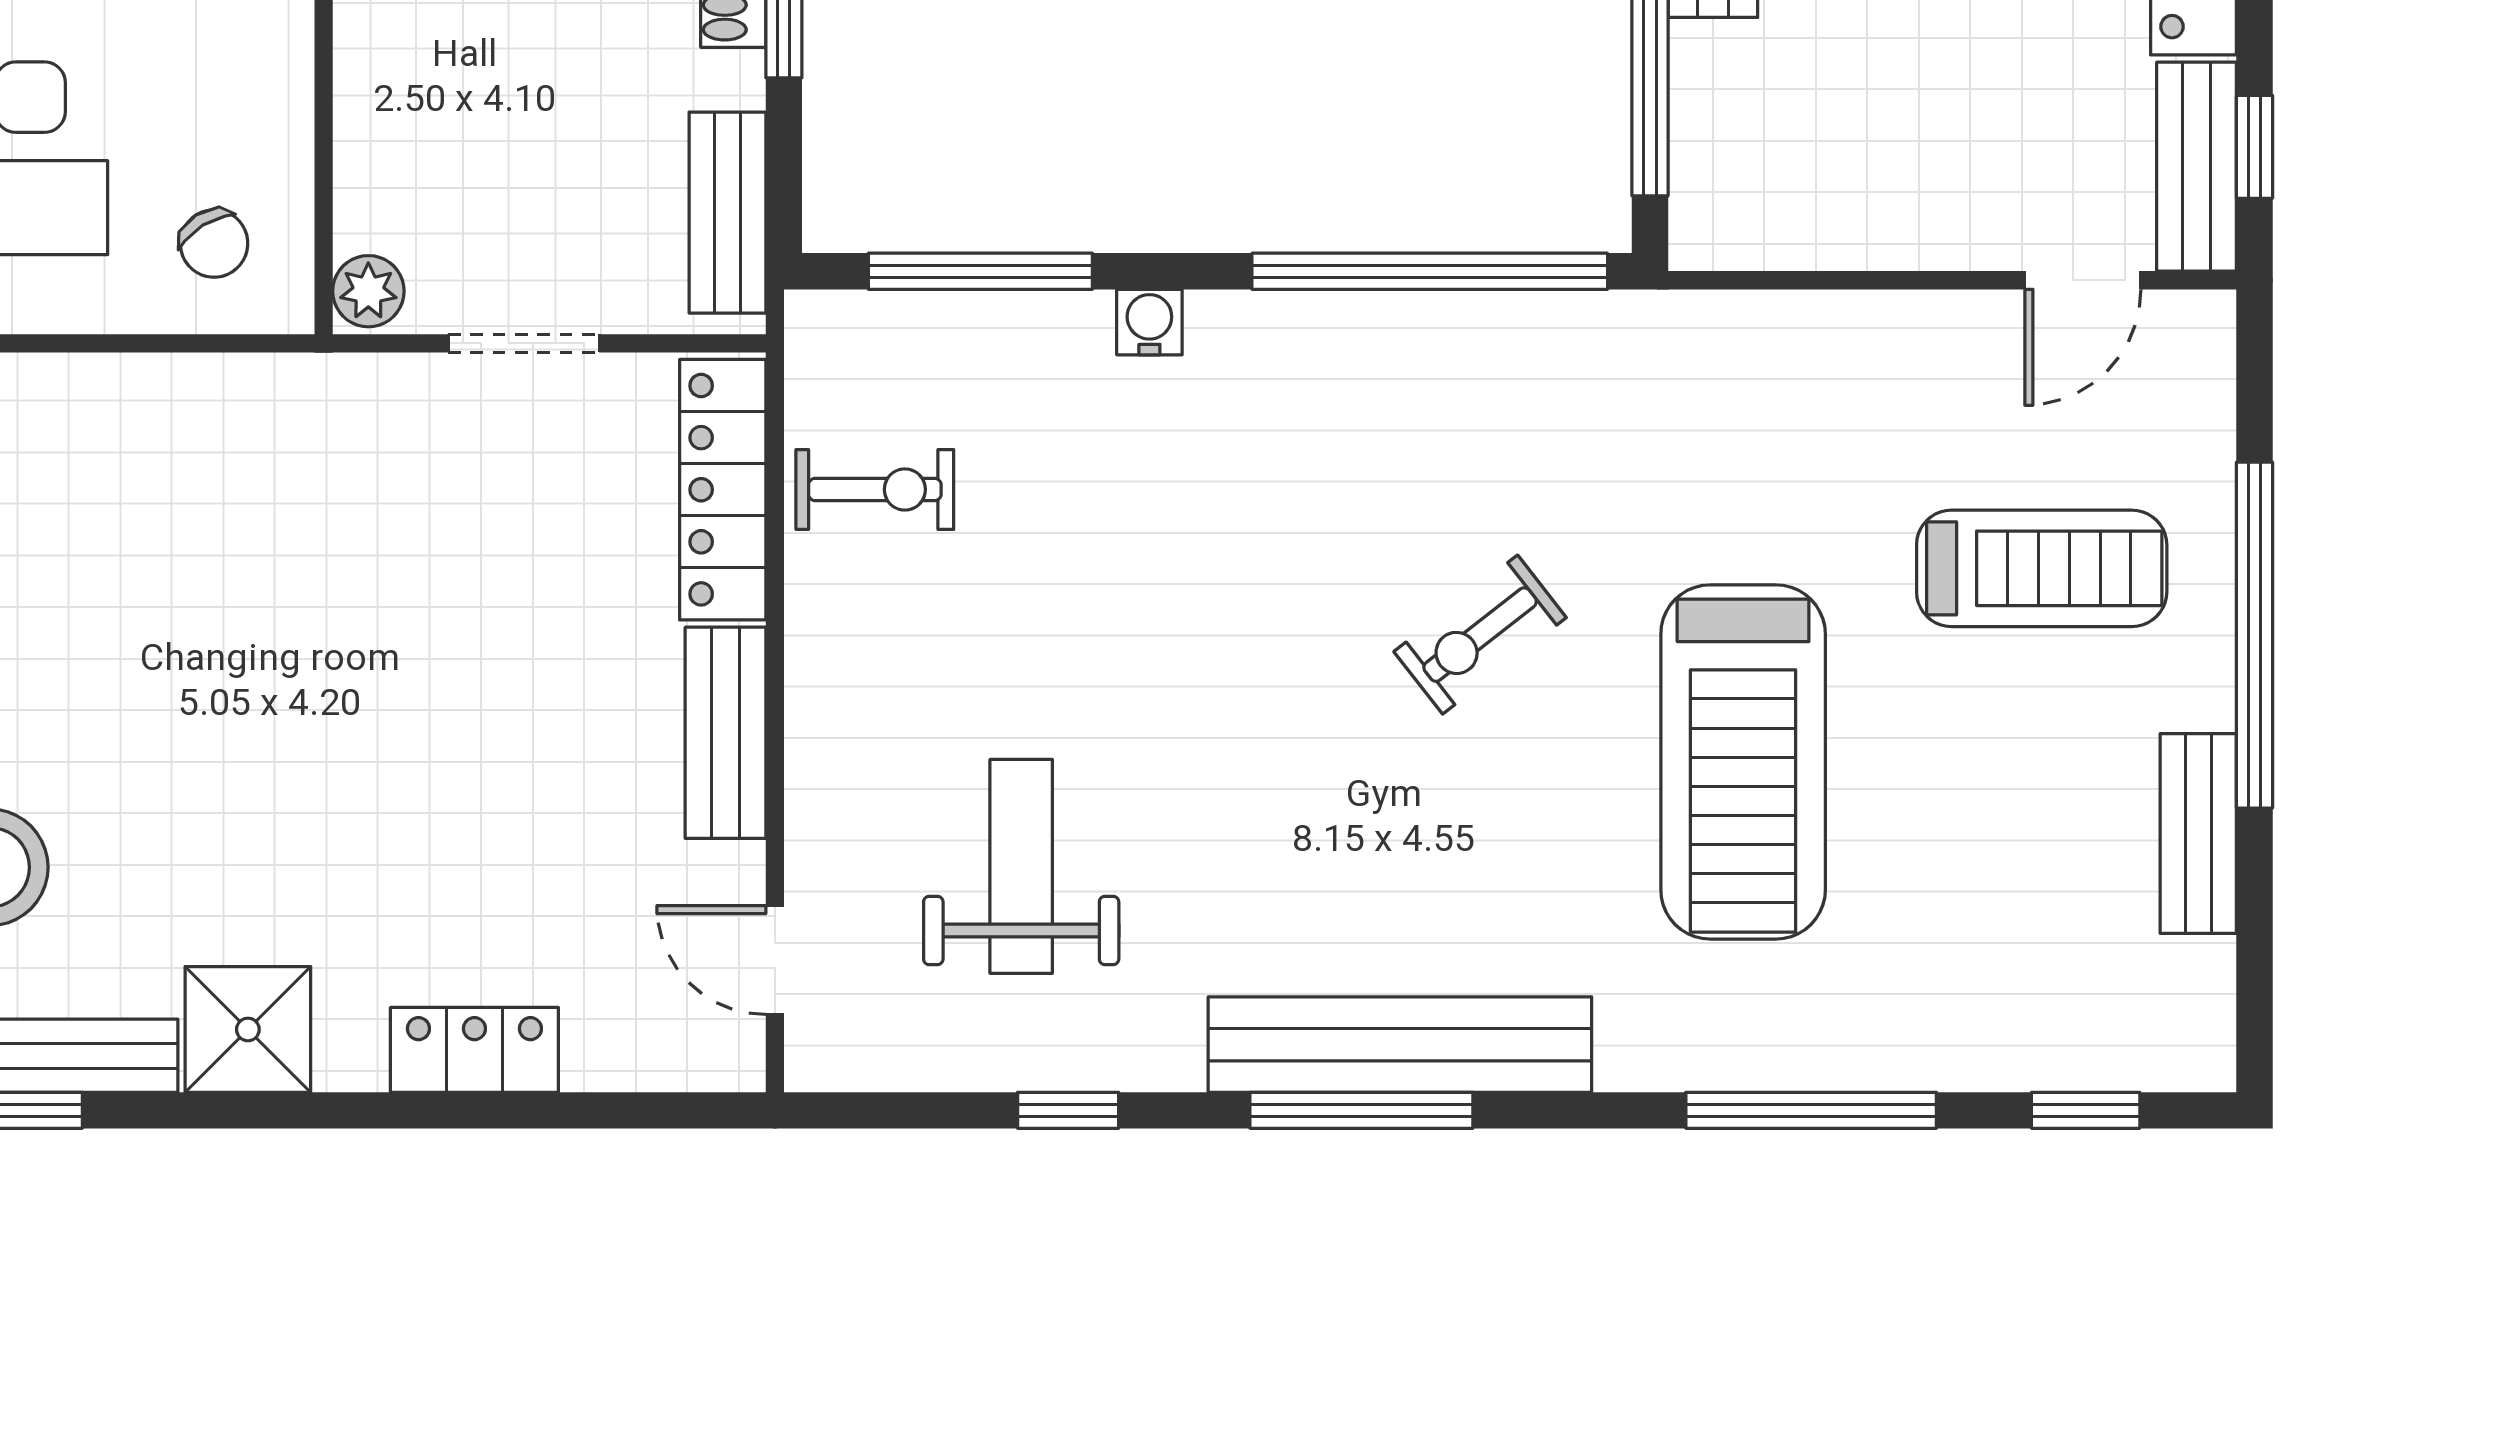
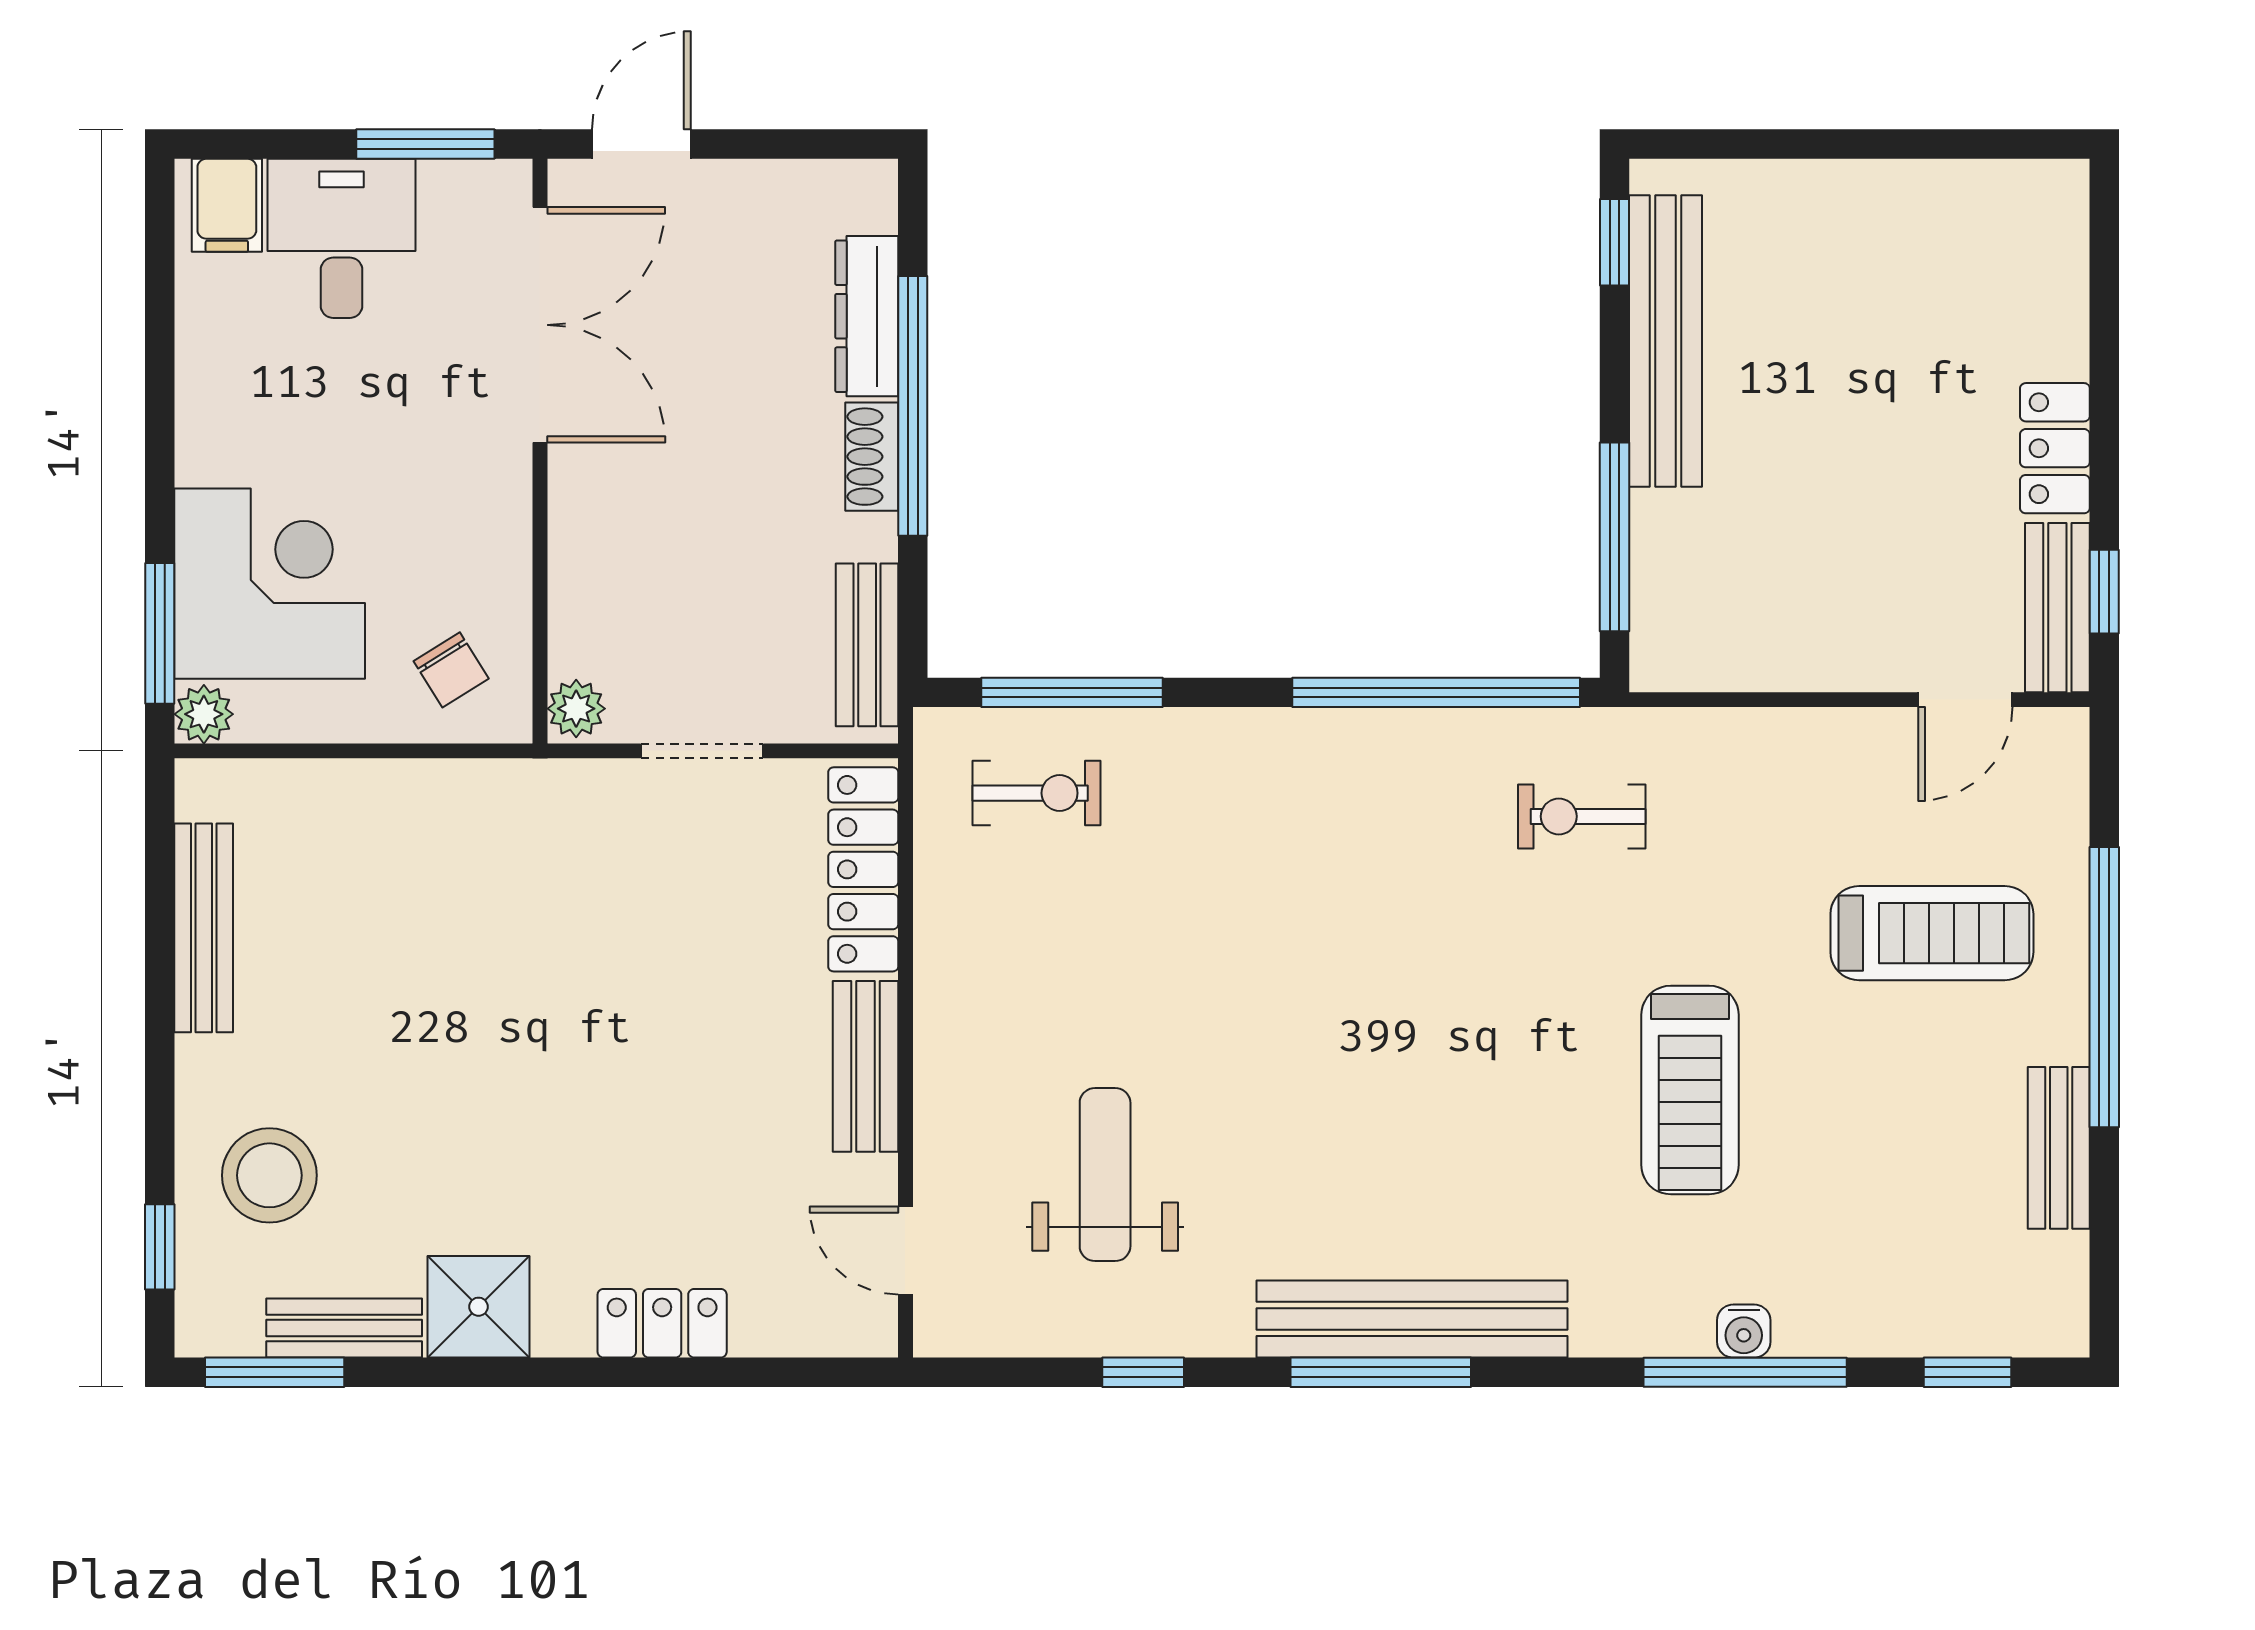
water cooler: (1149, 322) -> (1744, 1331), moved, turned 180
exercise bike: (875, 490) -> (1037, 793), moved
exercise bike: (1480, 635) -> (1582, 816), moved, turned 38
treadmill: (1743, 762) -> (1690, 1090), width x0.73, depth x0.73

